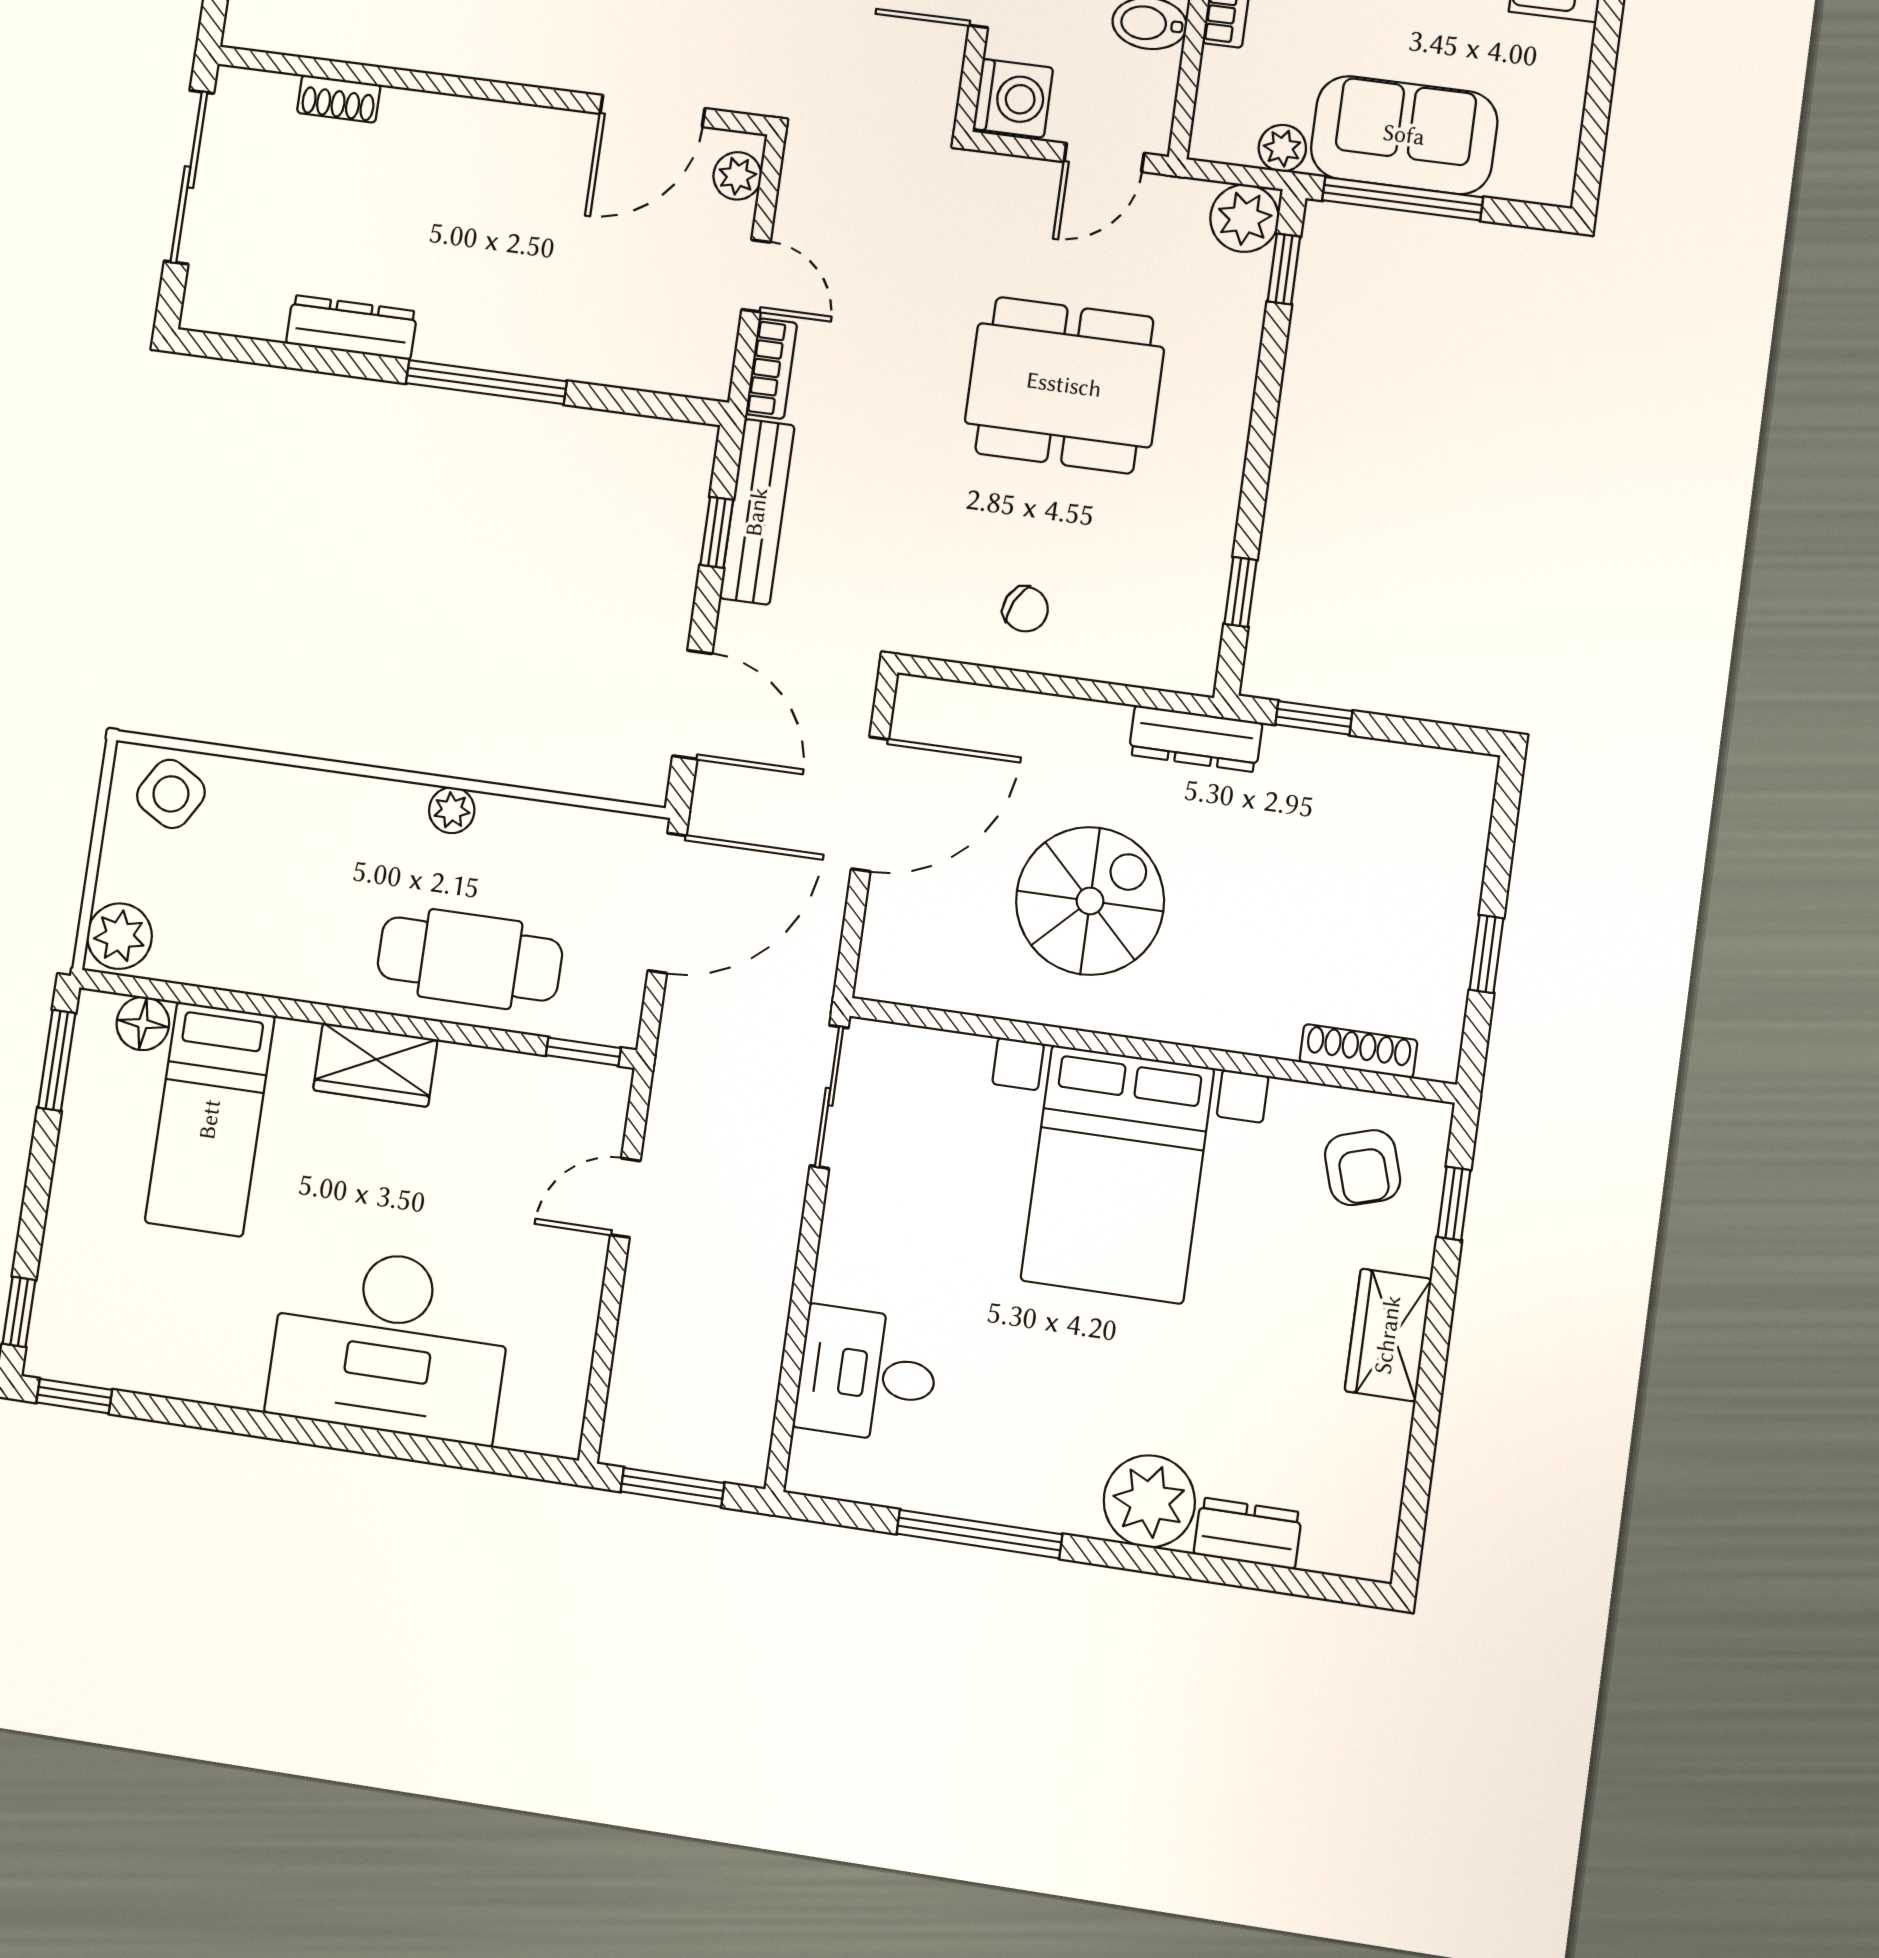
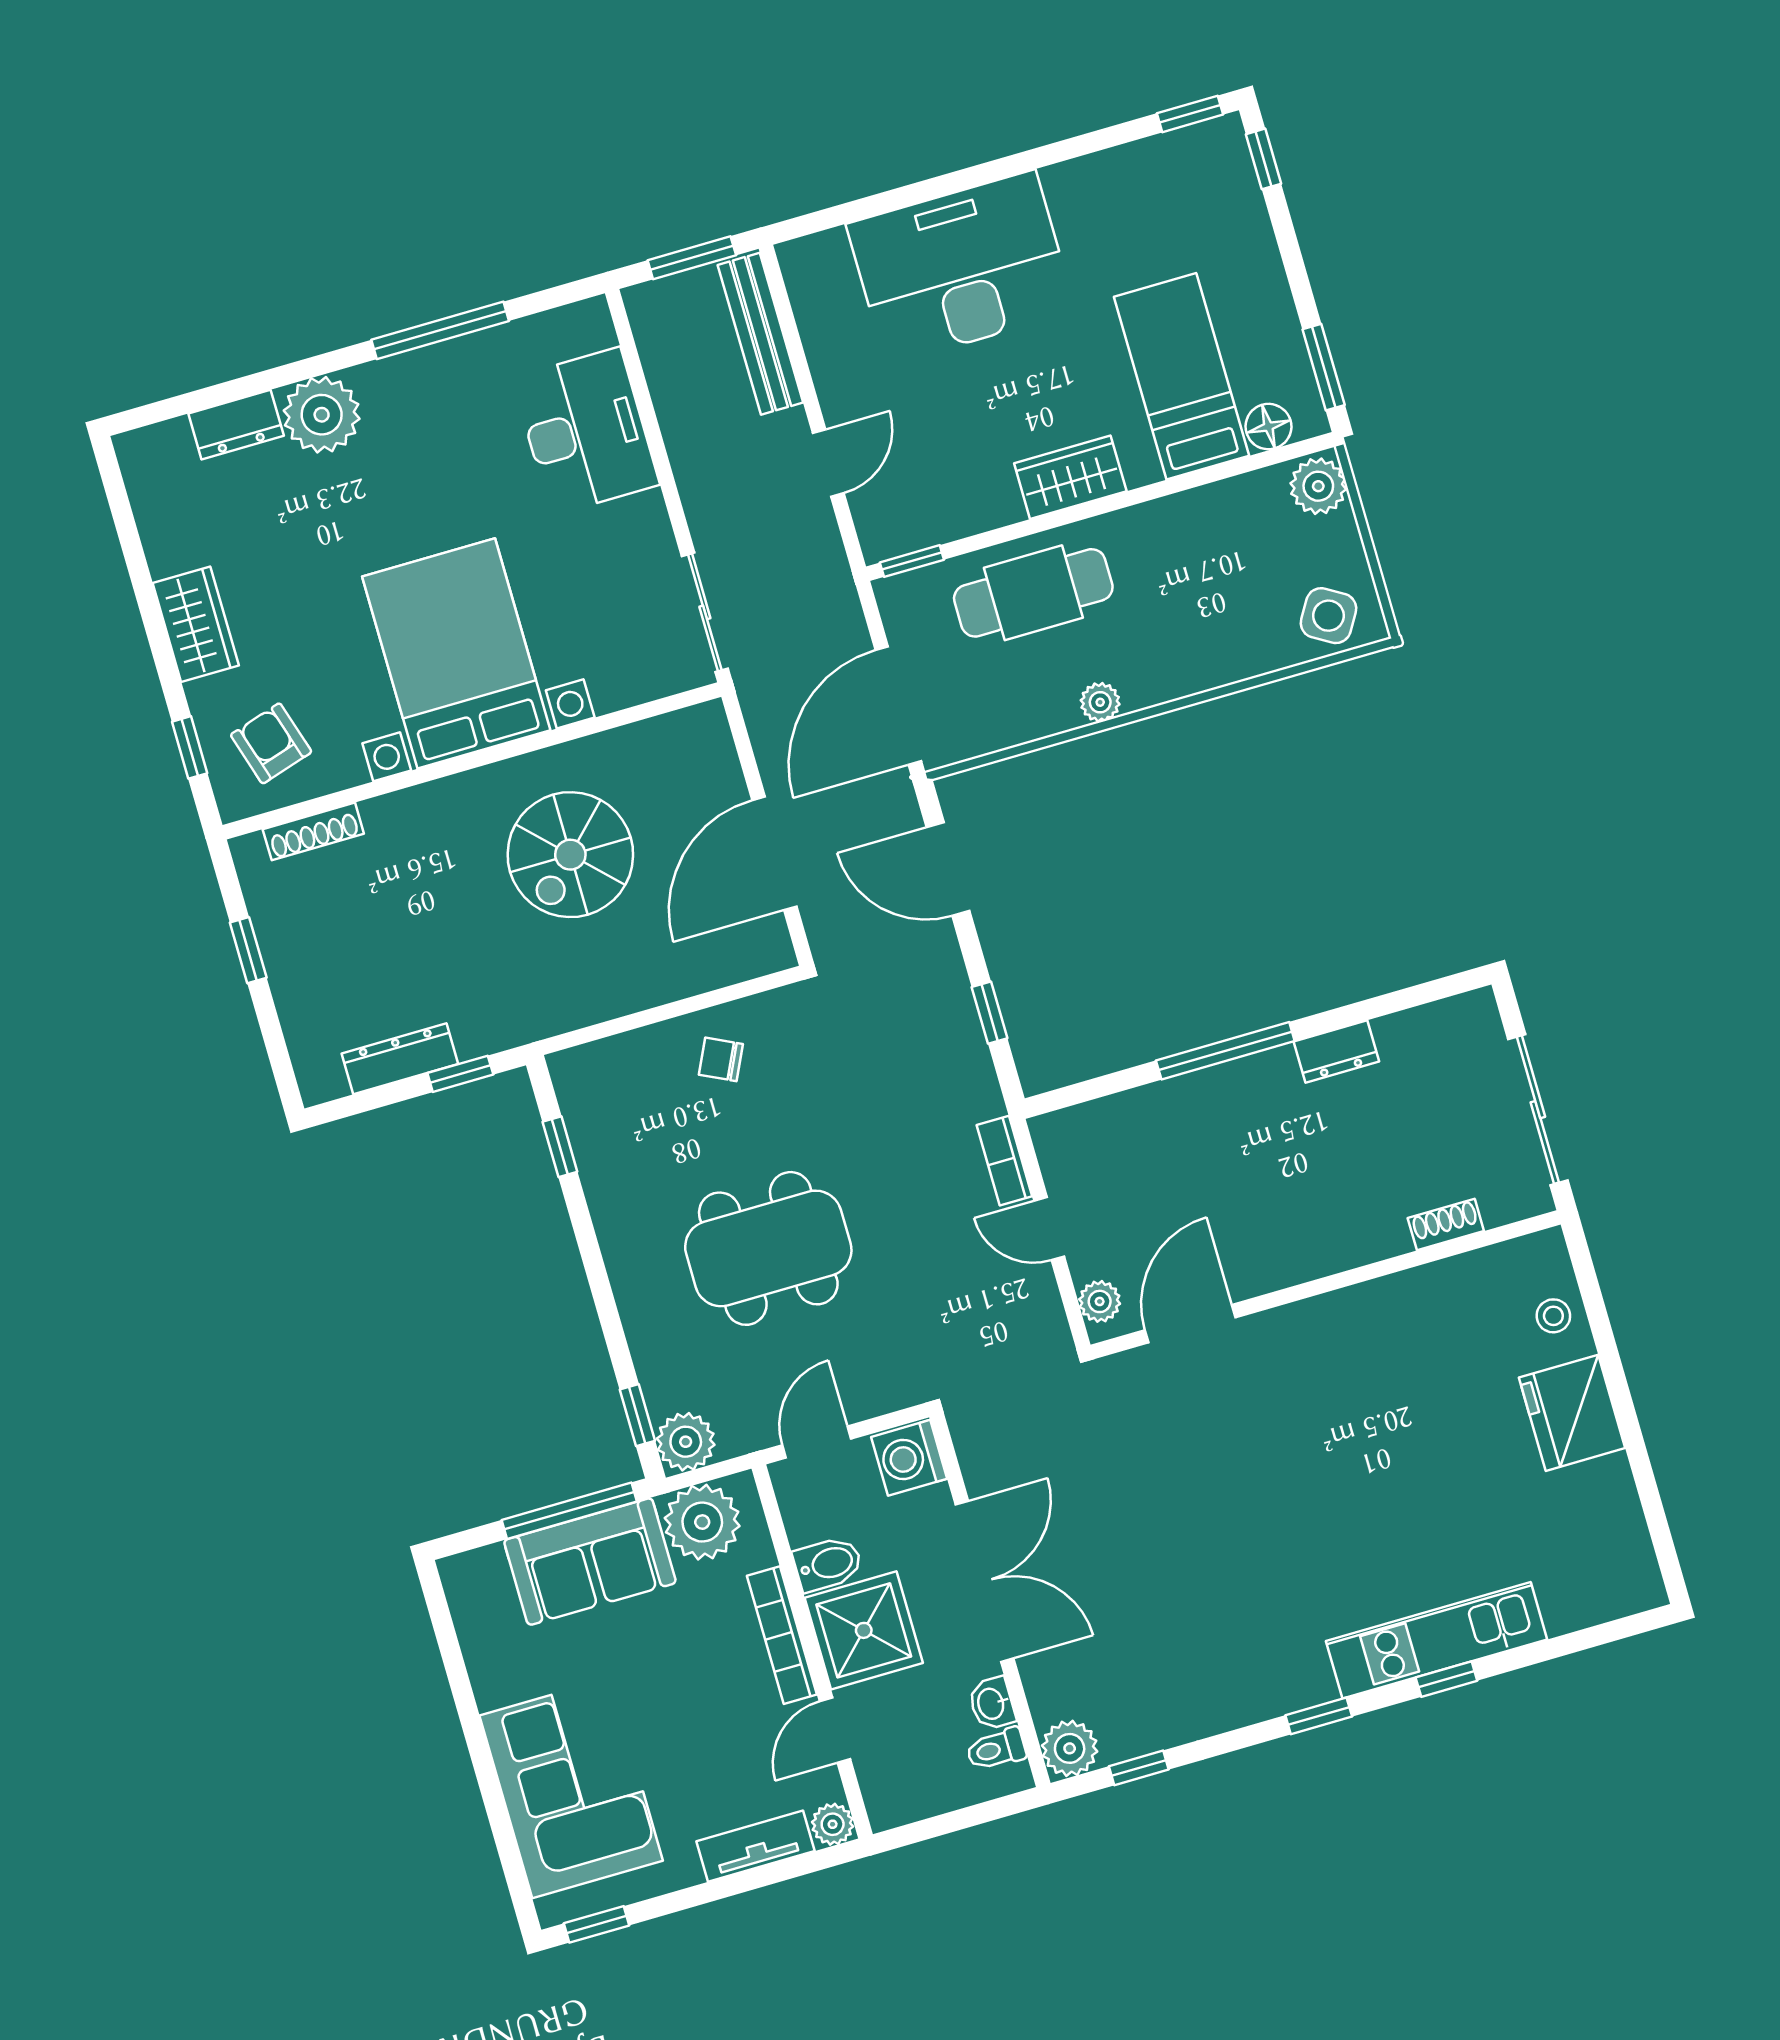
plant: (1282, 148) -> (702, 1522), width x1.87, depth x1.87
dresser: (352, 328) -> (1336, 1052), width x0.70
bench: (757, 512) -> (760, 334), moved
dresser: (1195, 739) -> (400, 1059), moved
desk: (867, 1375) -> (586, 431), width x1.37

